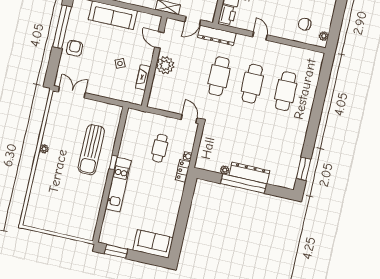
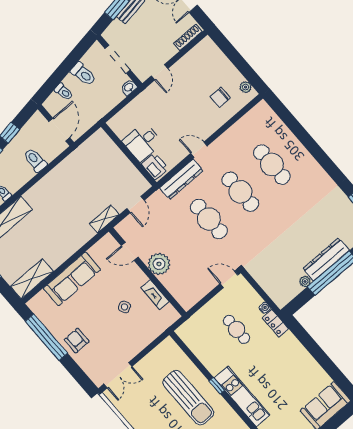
dresser: (217, 35) -> (181, 179), moved
double door: (72, 92) -> (118, 375), swing flipped

